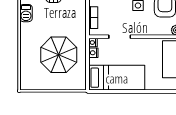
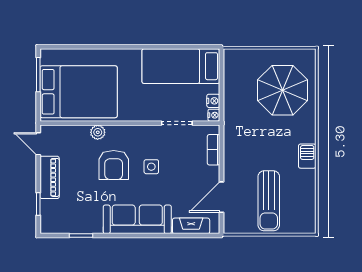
parasol: (59, 55) -> (283, 90), moved

